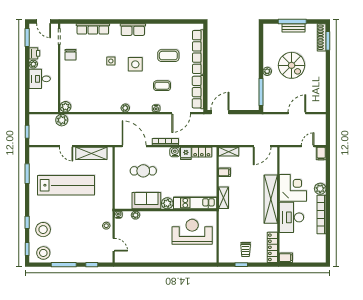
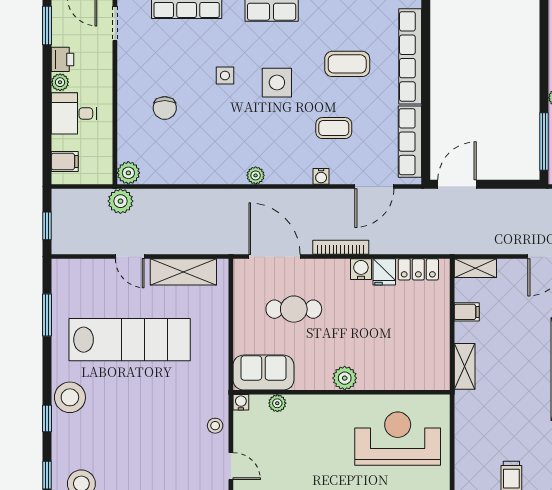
chair: (70, 55) -> (165, 108), moved
filing cabinet: (35, 101) -> (65, 162), added
sofa: (146, 201) -> (263, 373), moved
kitchen unit: (195, 203) -> (404, 377), removed
stool: (43, 230) -> (70, 397), moved

